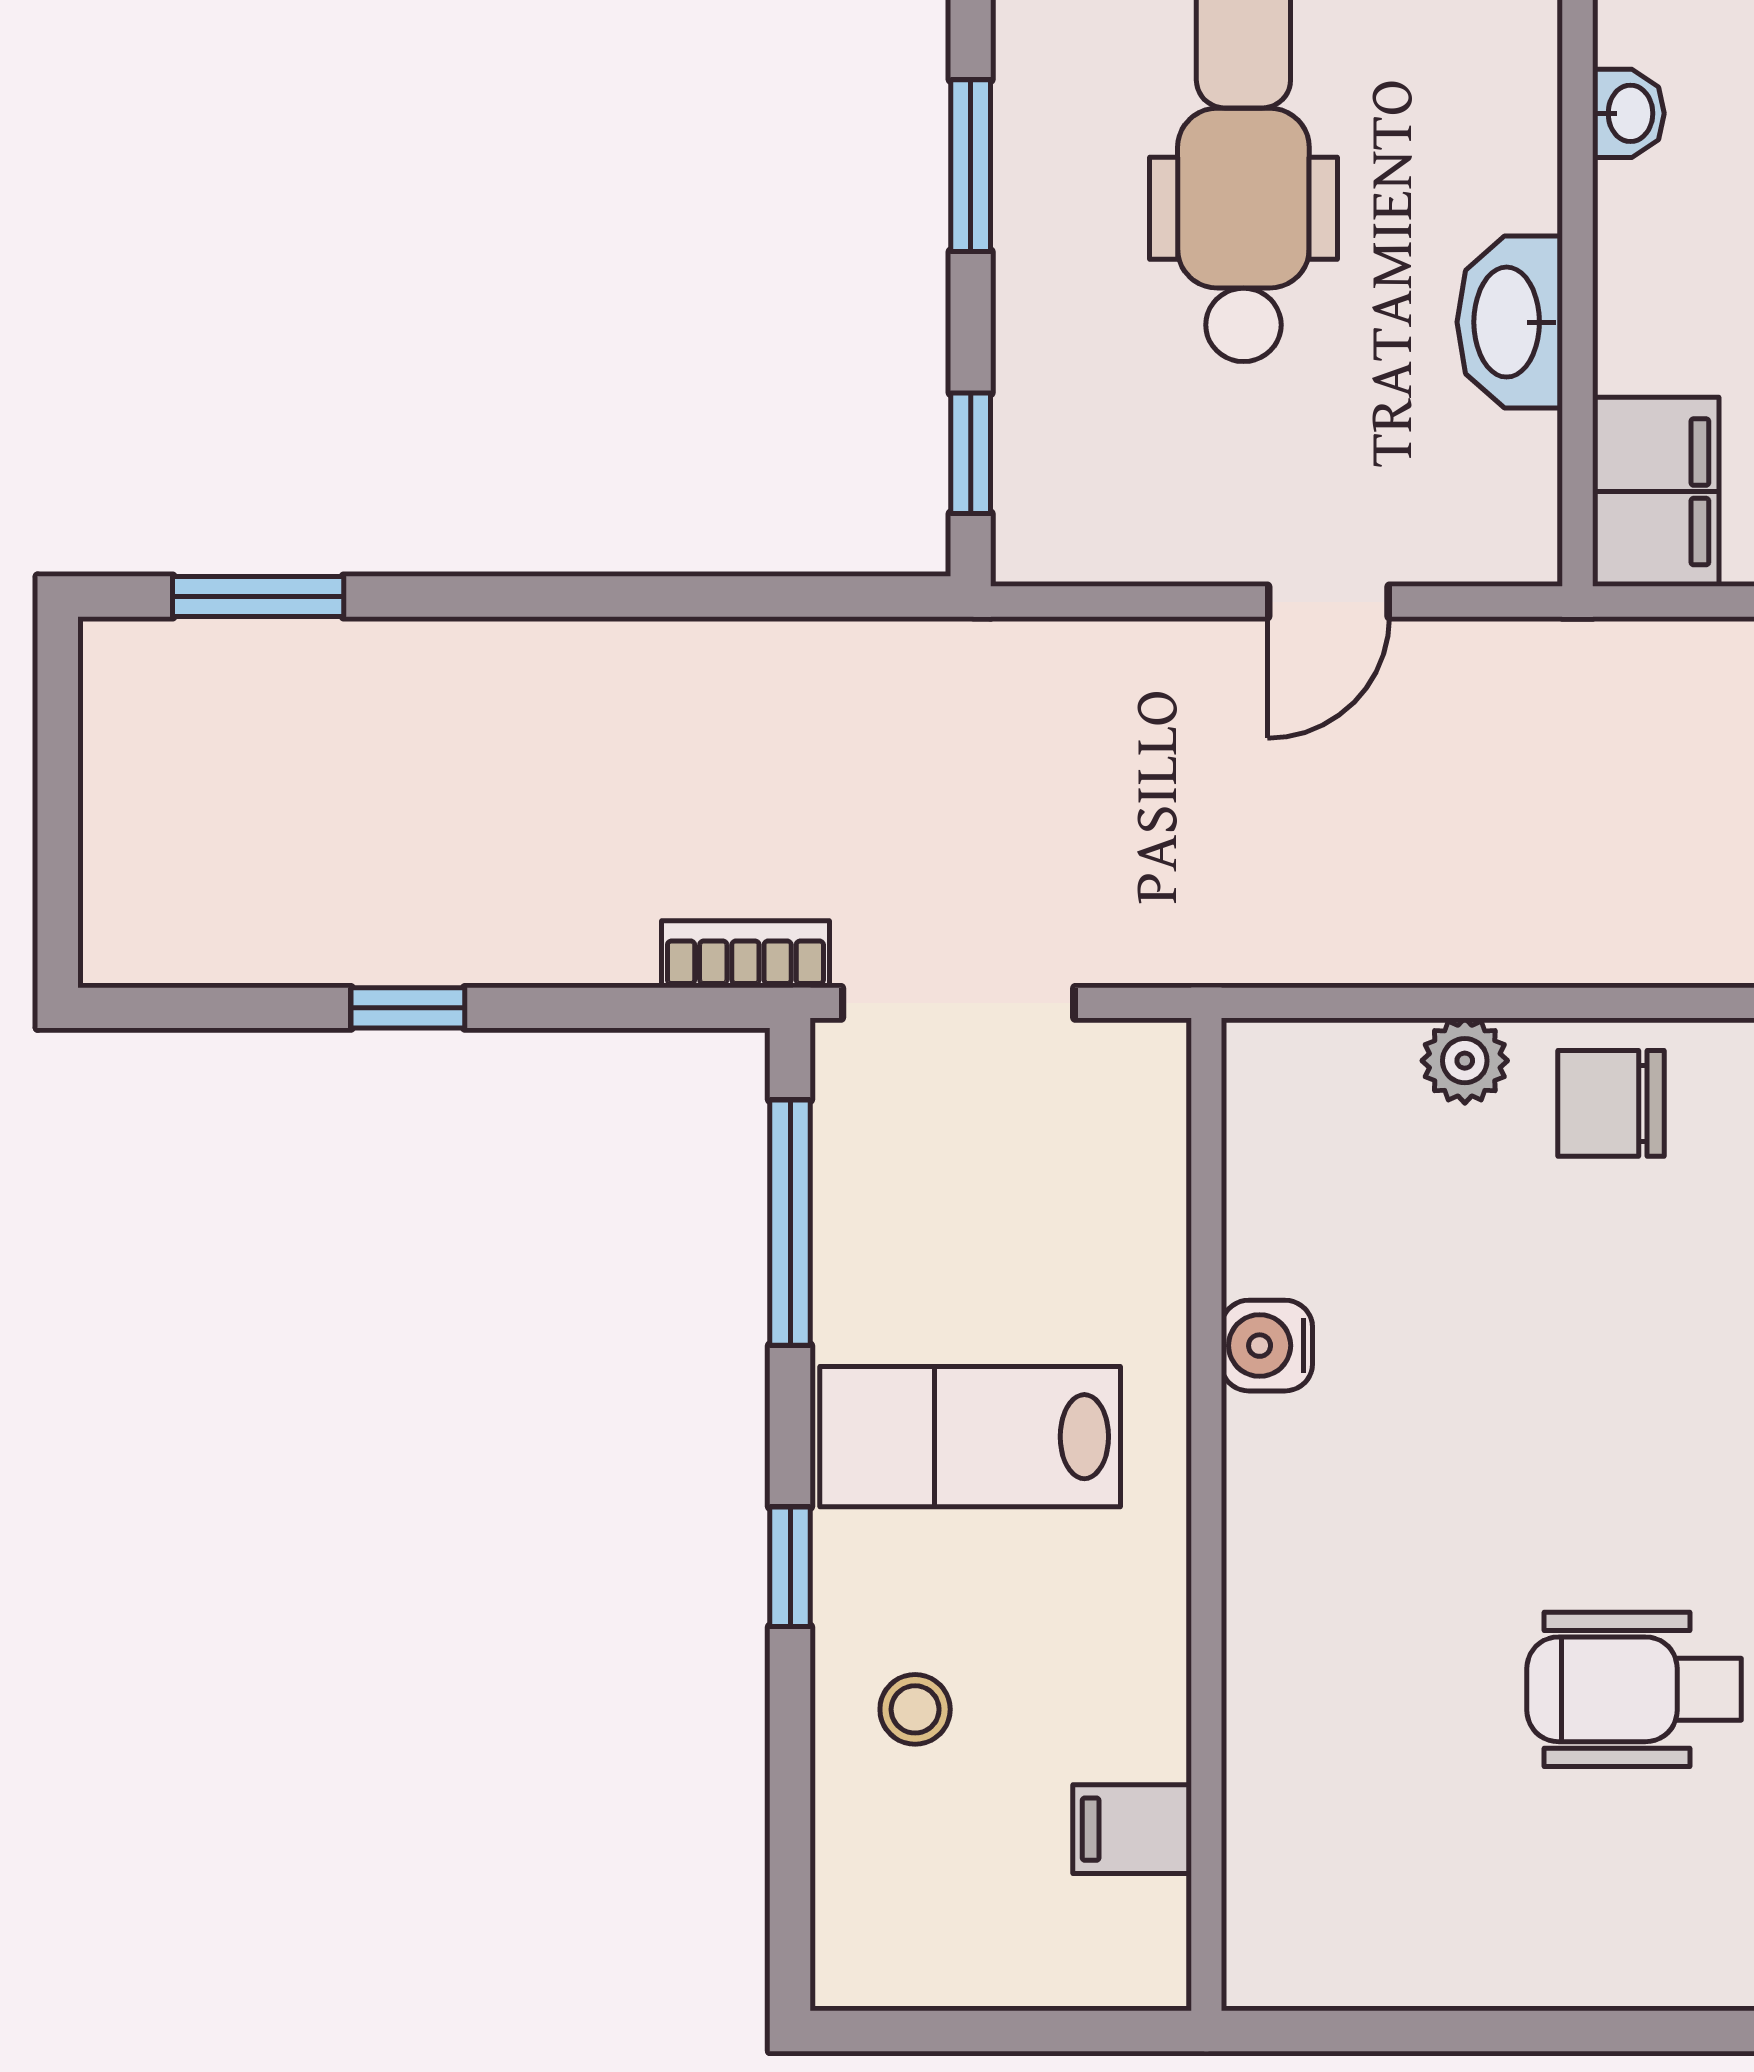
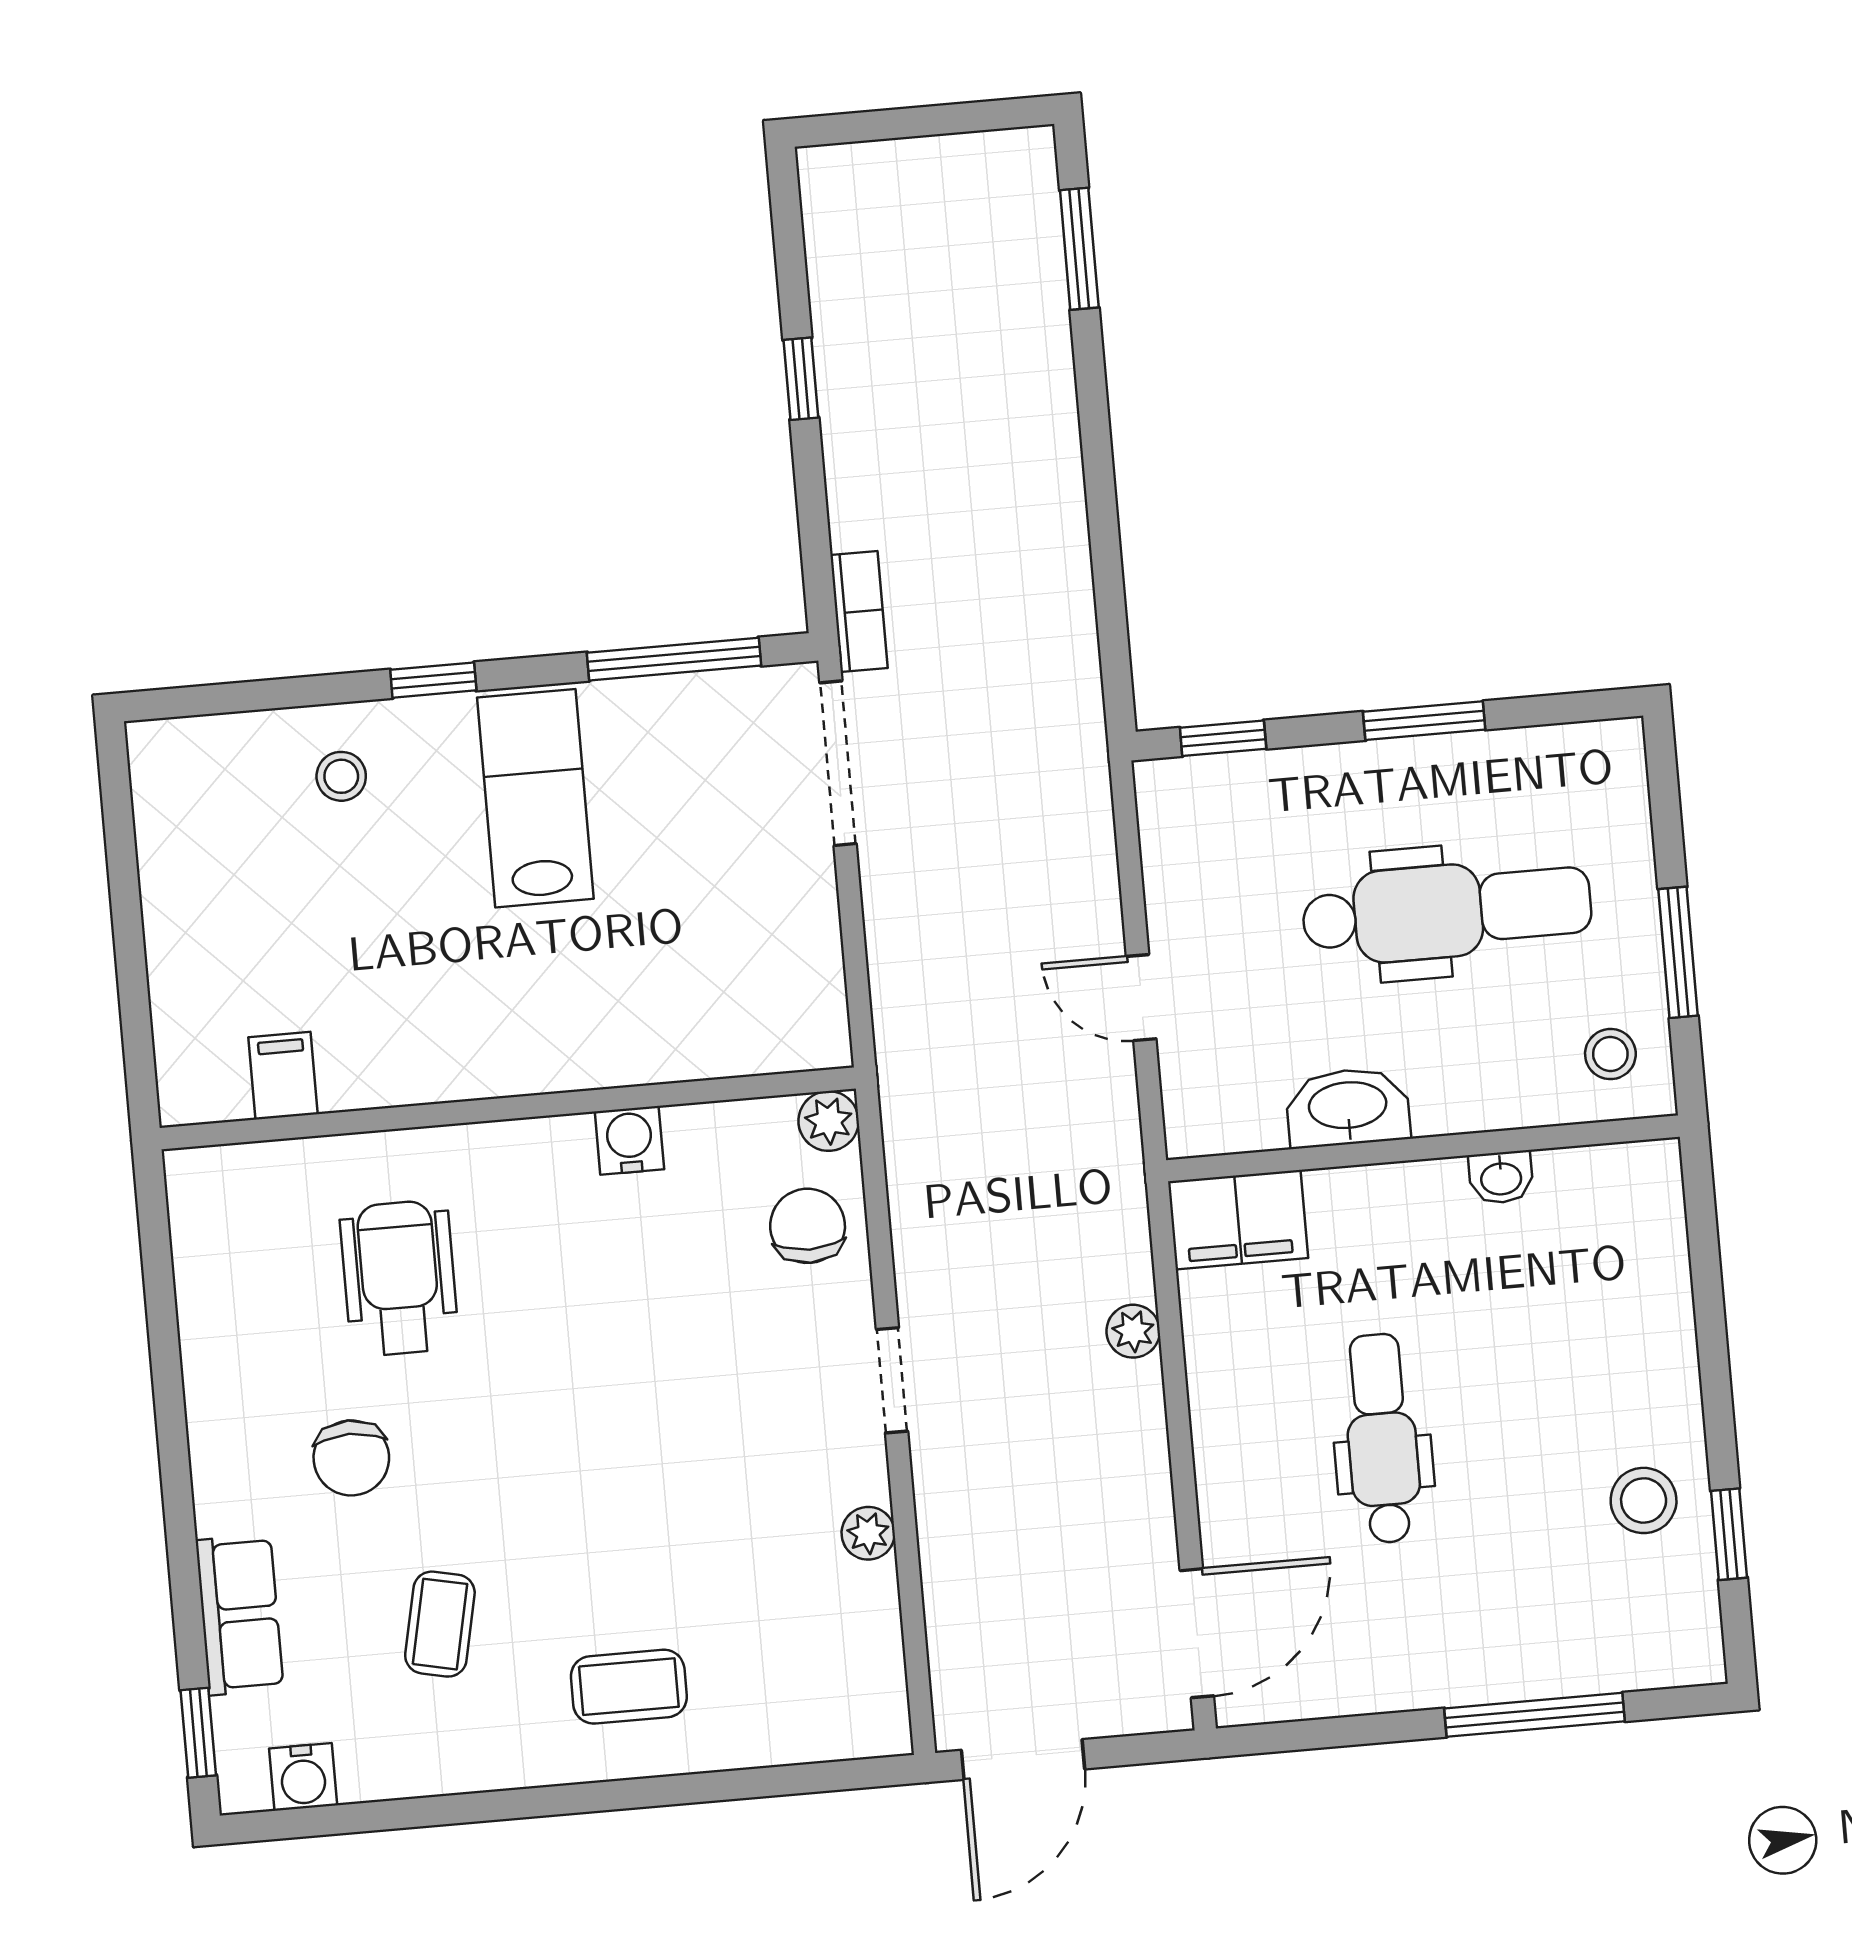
water cooler: (1267, 1346) -> (629, 1140), moved
wall: (1206, 1514) -> (508, 1108), moved
filing cabinet: (1132, 1829) -> (283, 1076), moved

